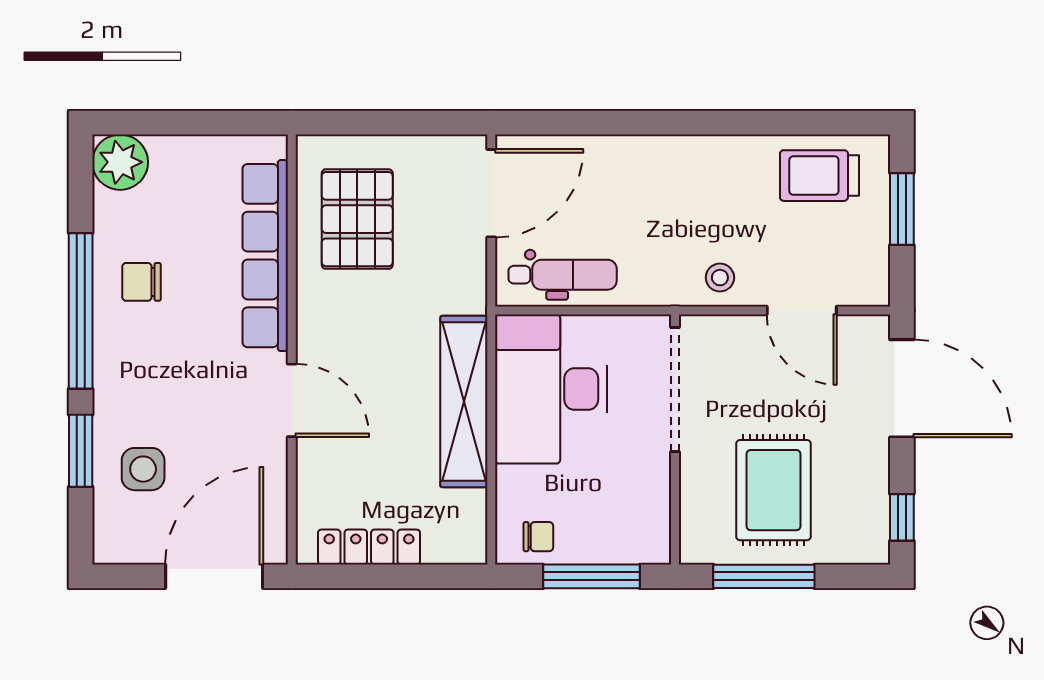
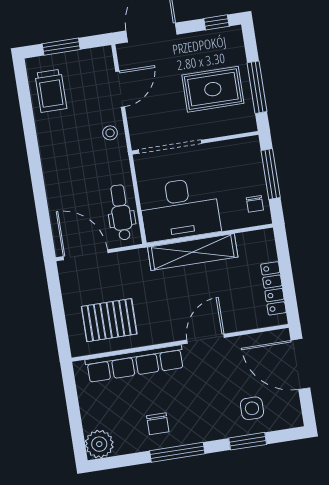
window: (81, 311) -> (177, 452), width x0.68
chair: (538, 537) -> (255, 204), turned 180

